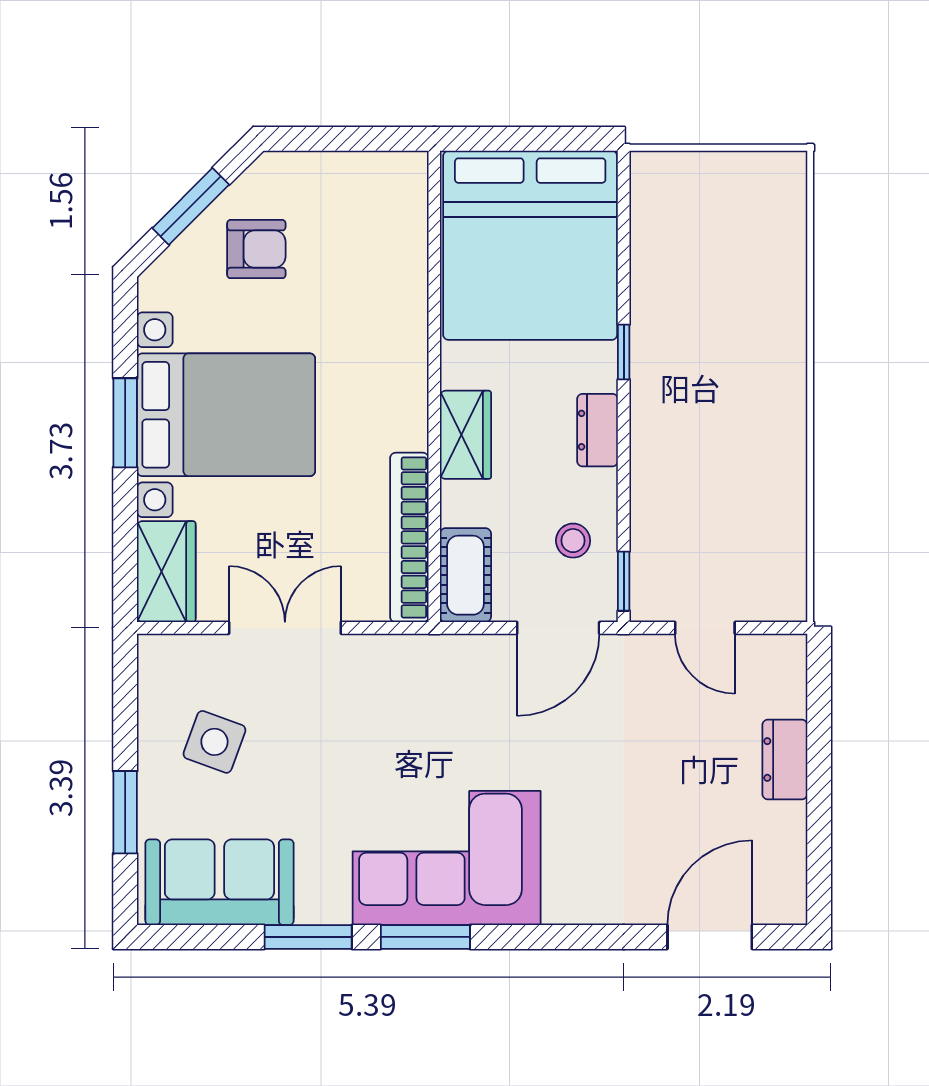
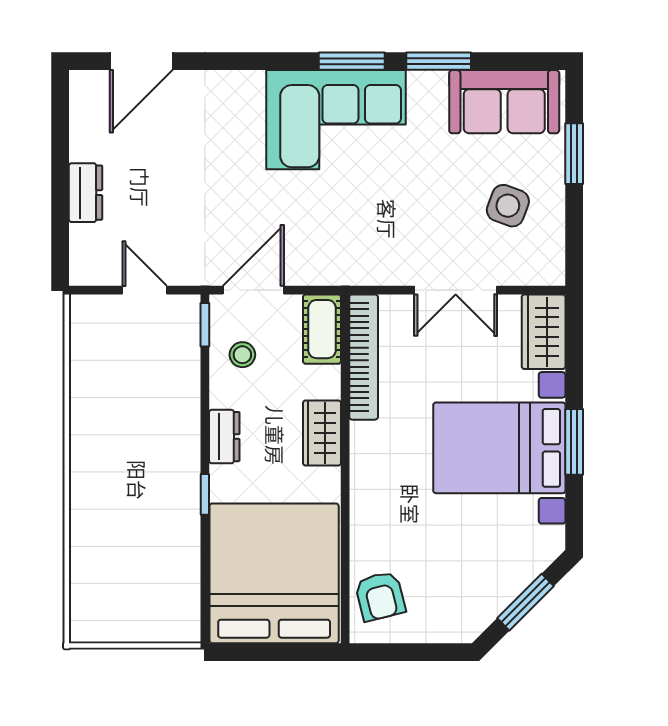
armchair: (256, 249) -> (380, 596), moved, turned -104

